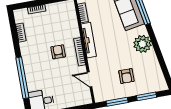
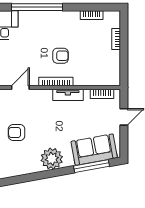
tv unit: (89, 40) -> (68, 95), width x0.71

